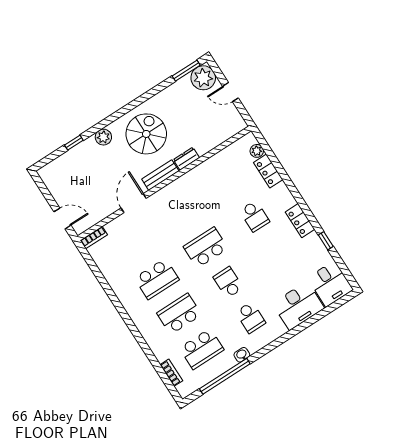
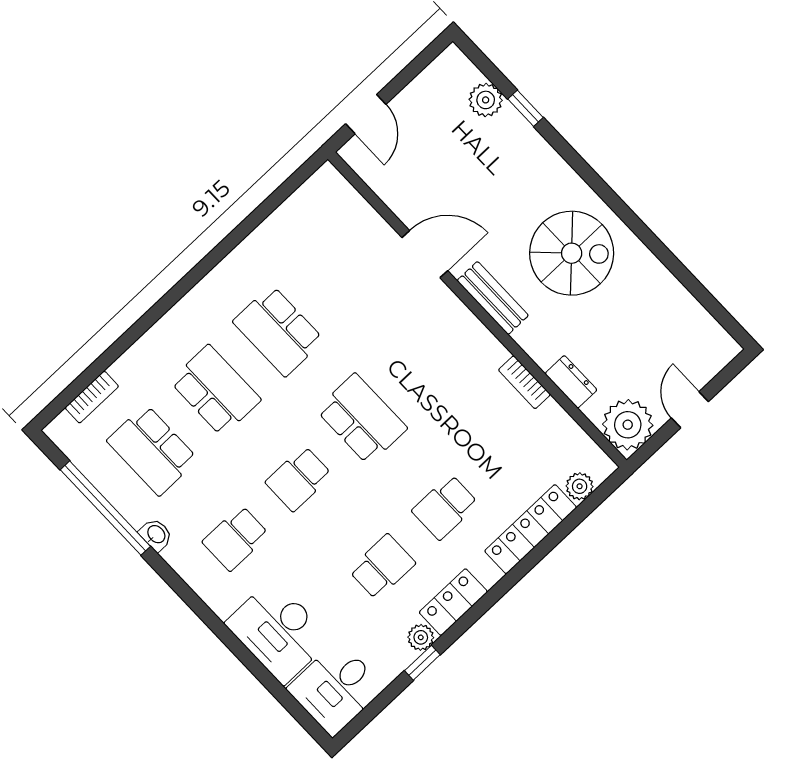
window: (186, 71) -> (717, 311), removed
plant: (203, 78) -> (628, 425), moved
plant: (103, 137) -> (486, 100), moved
dresser: (186, 159) -> (571, 382), moved
locker: (268, 171) -> (531, 529), width x1.53
bookcase: (94, 238) -> (524, 382), moved
plant: (314, 239) -> (421, 637), added
school desk: (277, 251) -> (382, 567), added
school desk: (228, 282) -> (299, 479), turned 180

